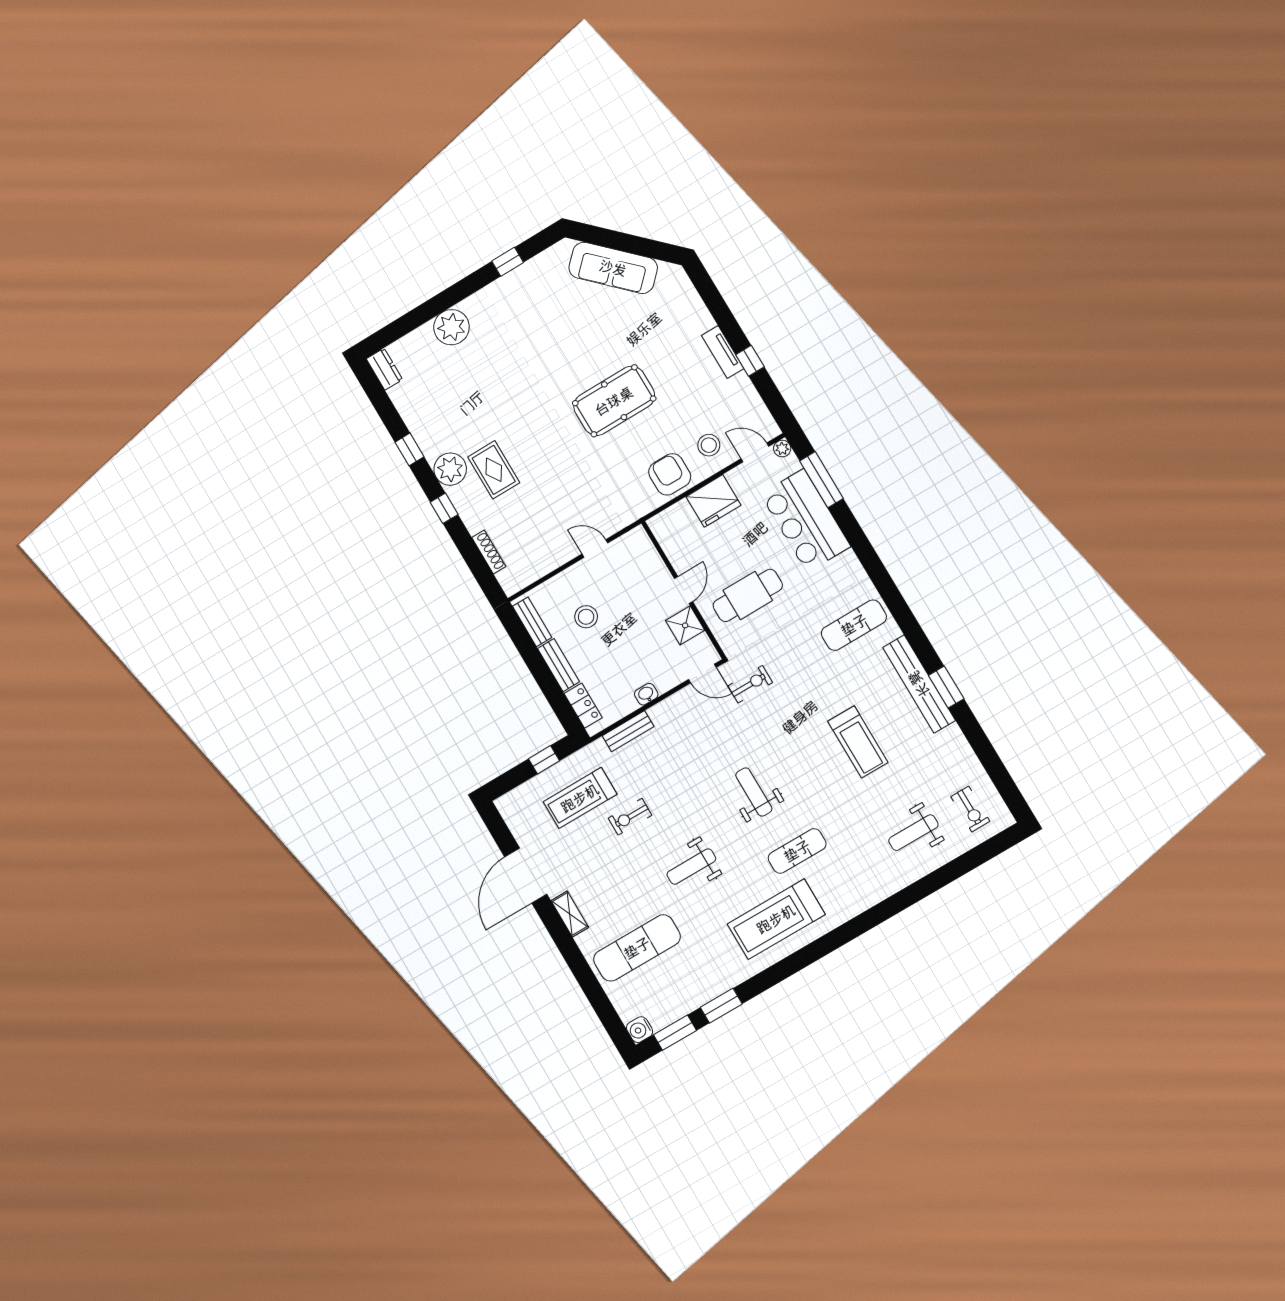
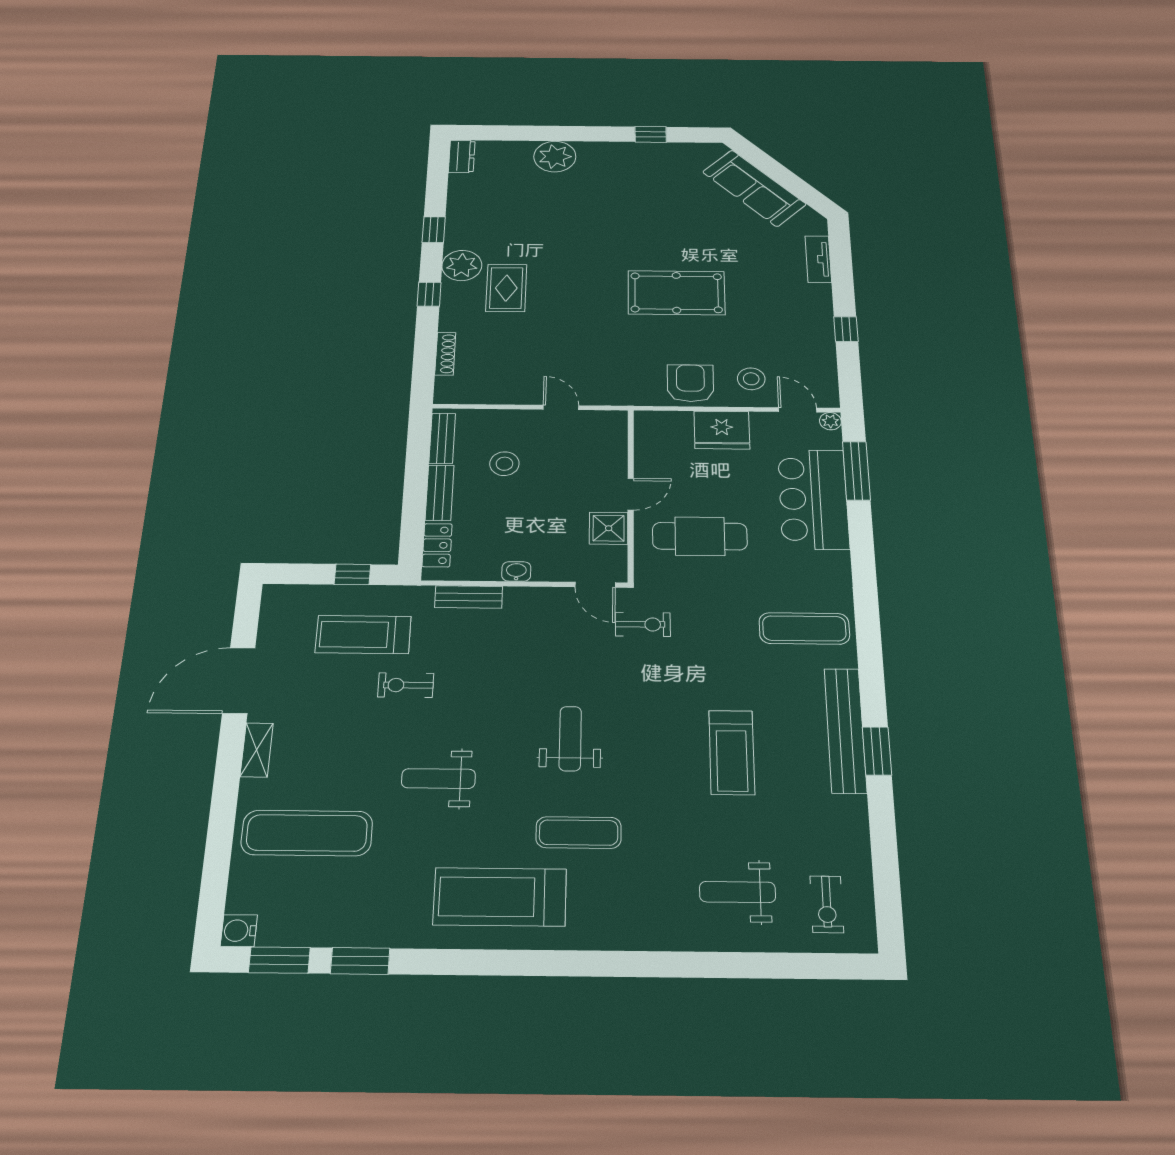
tv unit: (723, 352) -> (818, 259), moved

